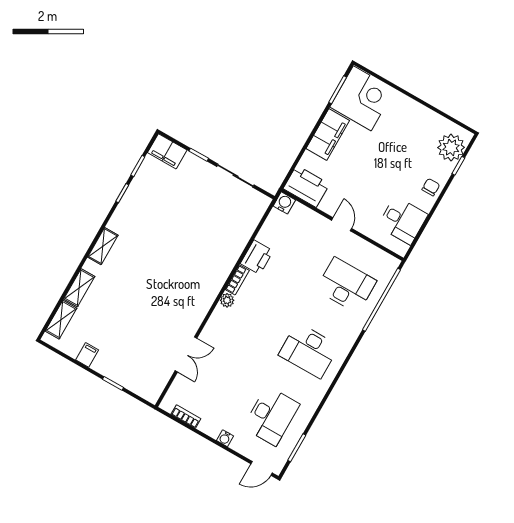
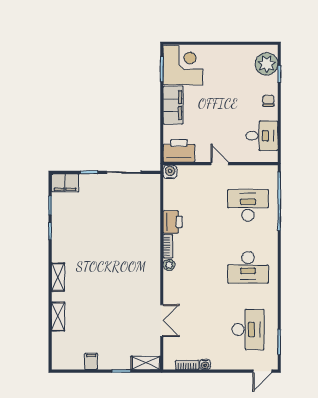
shelving: (61, 320) -> (146, 363), moved, turned 90
water cooler: (225, 438) -> (205, 364), moved

